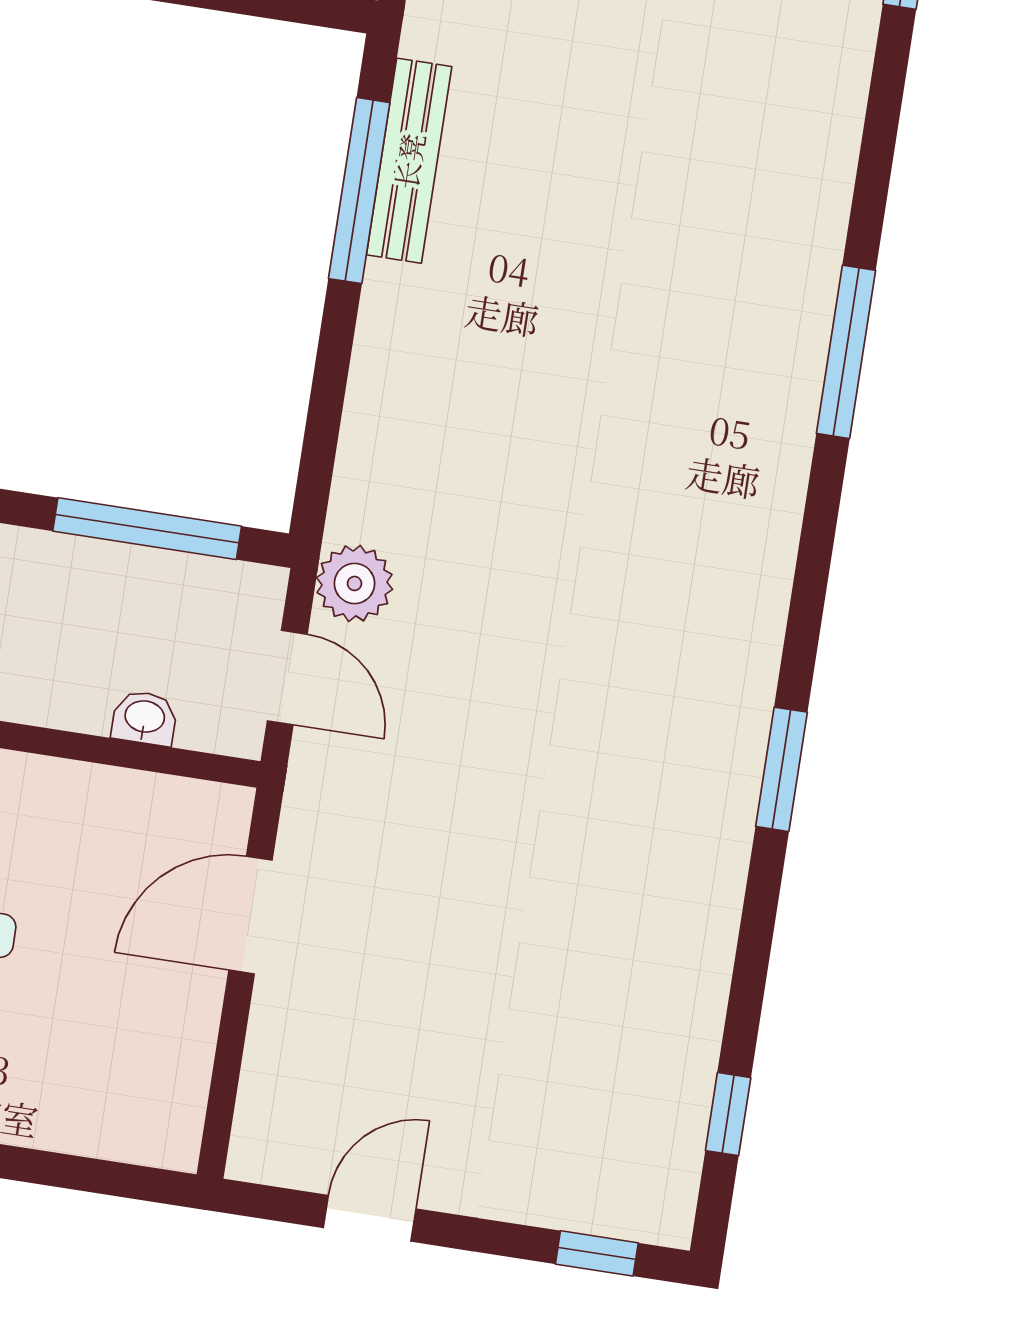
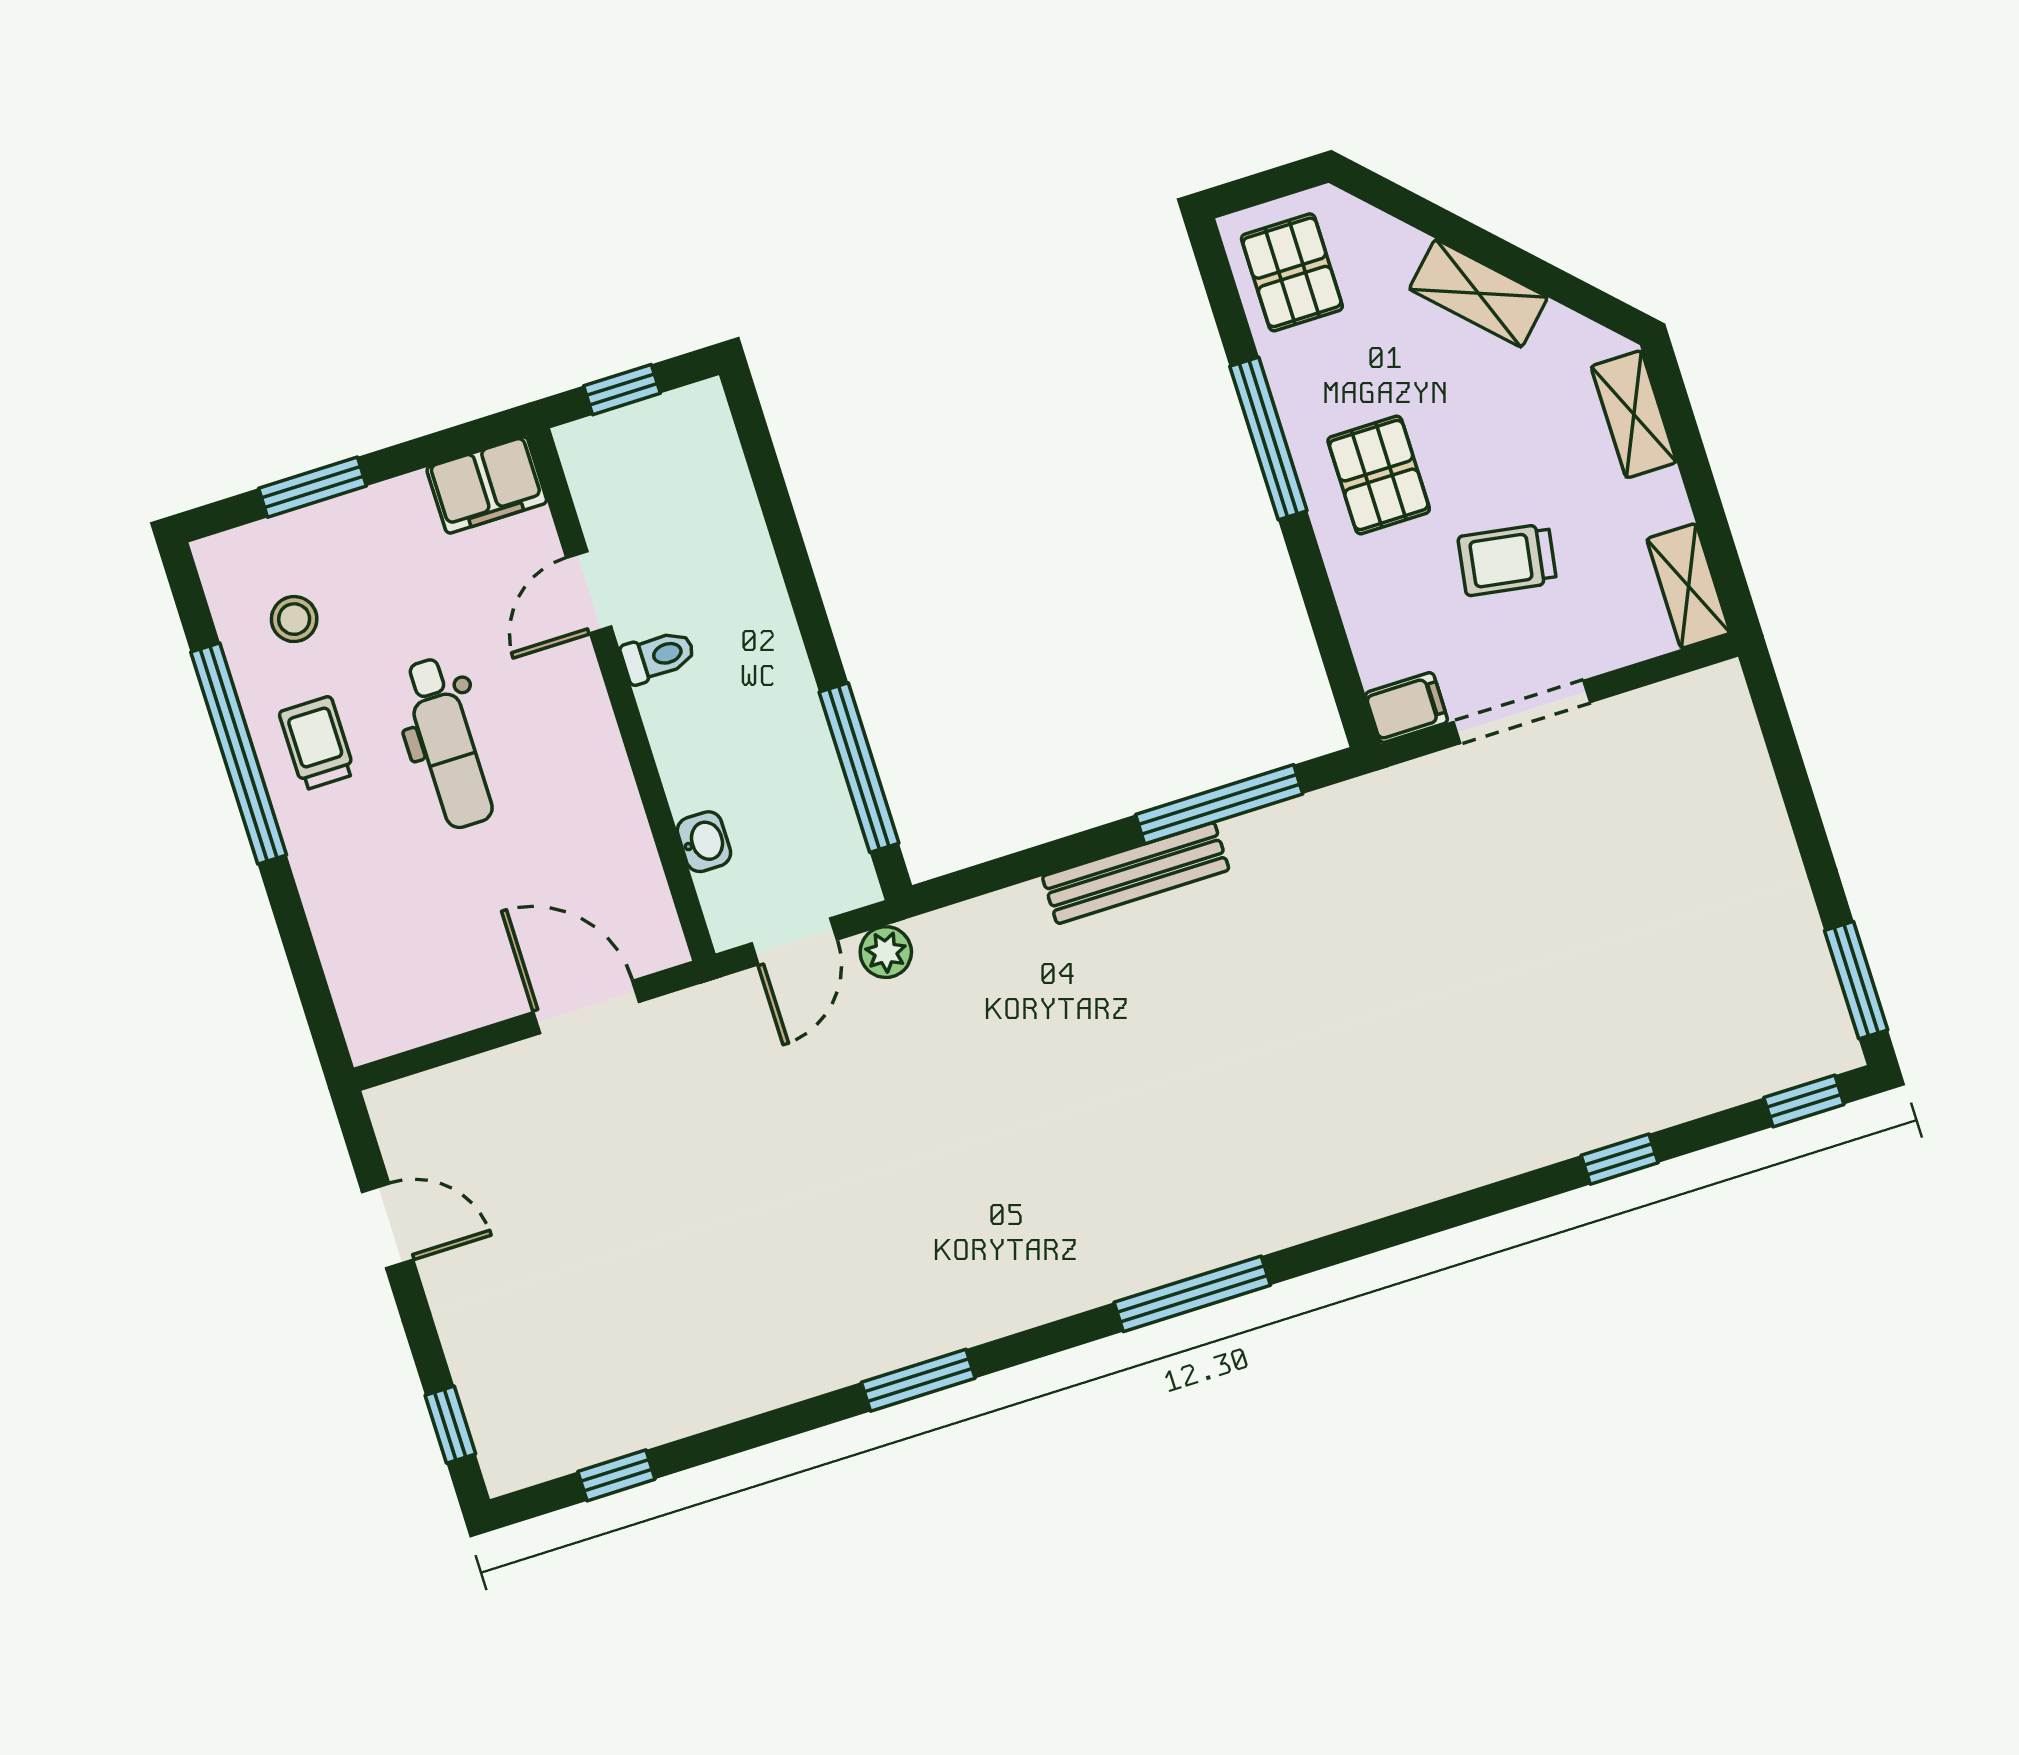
bench: (409, 161) -> (1136, 873), moved
window: (846, 352) -> (1192, 1294), moved
plant: (355, 583) -> (886, 952), width x0.73, depth x0.73

